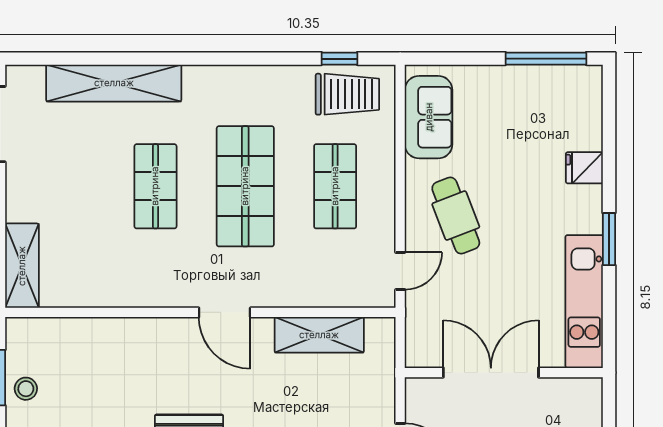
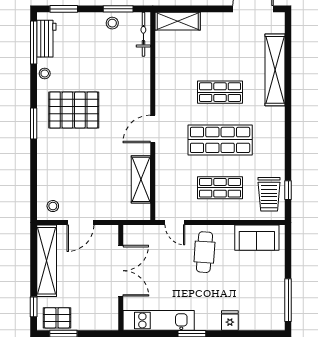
cafe table: (456, 216) -> (204, 252), turned -65
bicycle: (47, 330) -> (143, 34), added

